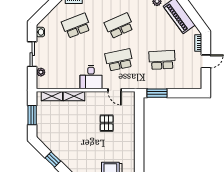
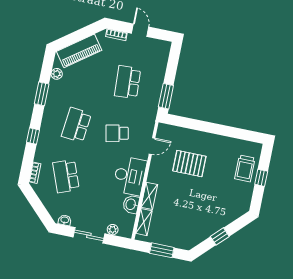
school desk: (119, 26) -> (76, 125), turned 30
school desk: (119, 60) -> (117, 133), width x0.54
desk: (91, 77) -> (130, 176), width x1.37
washbasin: (64, 83) -> (131, 204), added
pallet: (107, 123) -> (189, 164), width x1.50, depth x1.42

